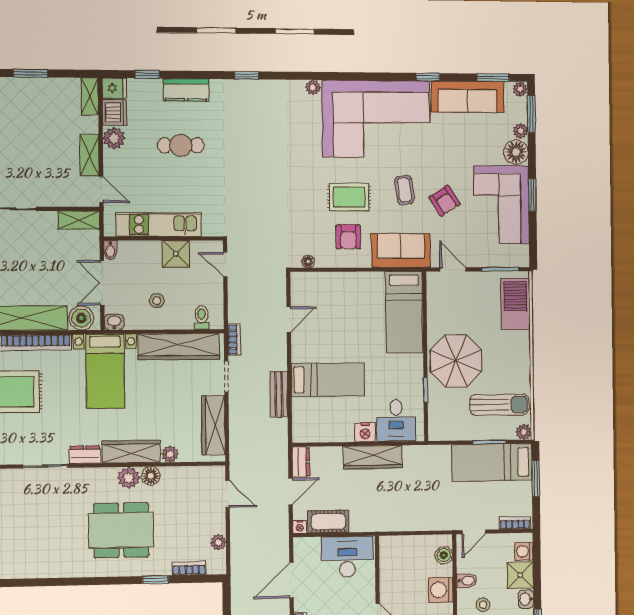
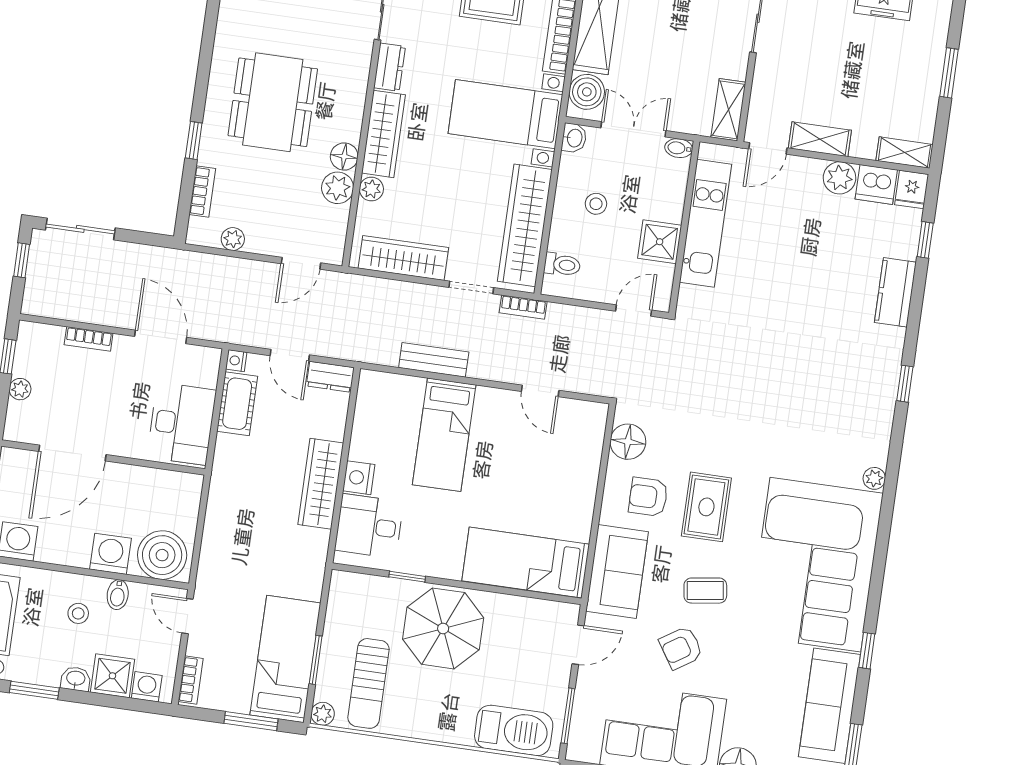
cafe table: (181, 145) -> (816, 273), removed
floor lamp: (308, 261) -> (628, 442), width x1.89, depth x1.89
plant: (129, 478) -> (338, 188), moved
boiler: (444, 555) -> (162, 555), width x1.86, depth x1.86

